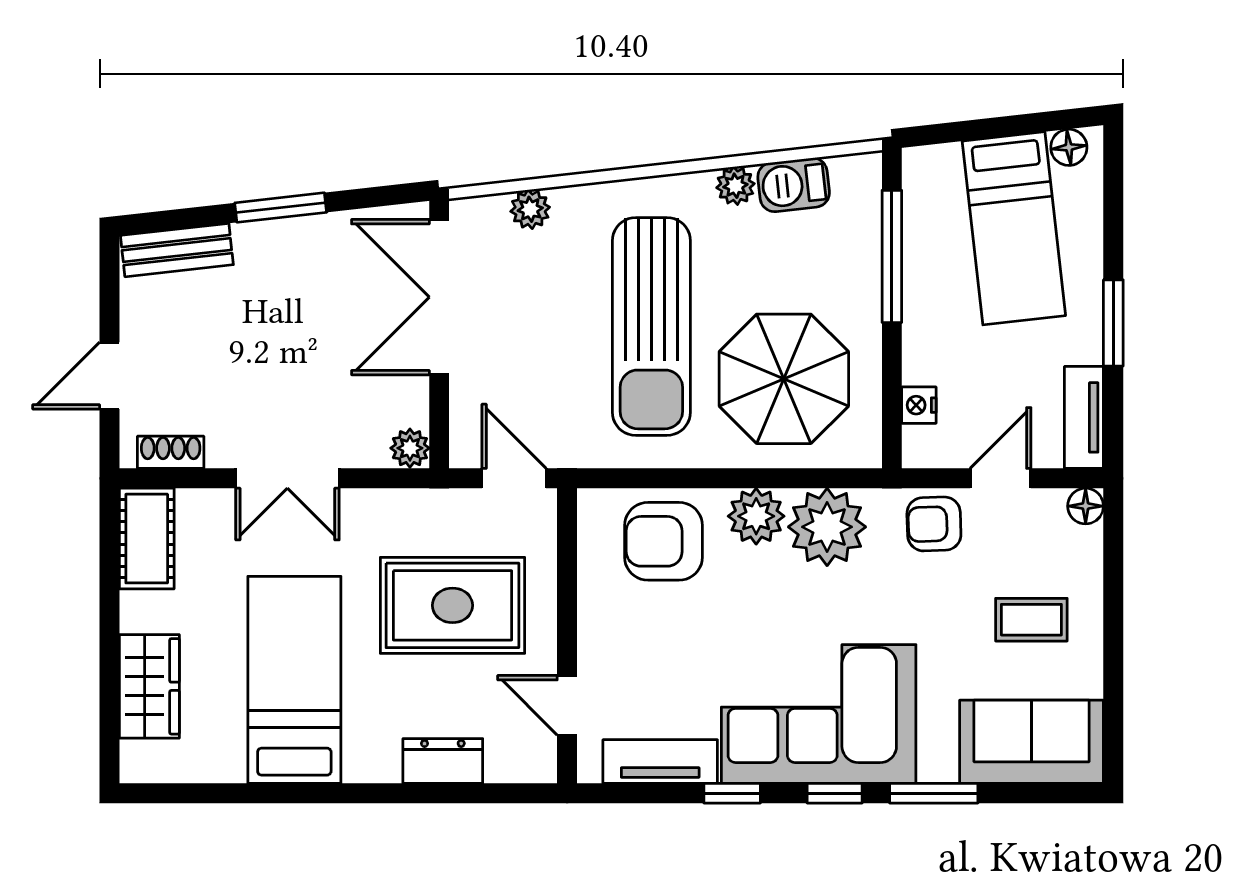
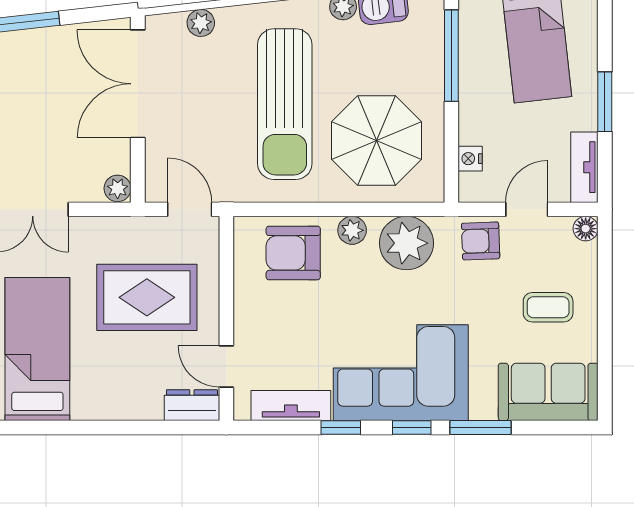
plant: (756, 516) -> (352, 230), width x0.73, depth x0.73
dresser: (443, 761) -> (192, 405), moved

